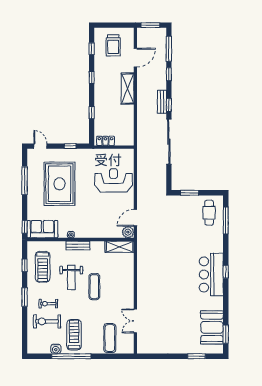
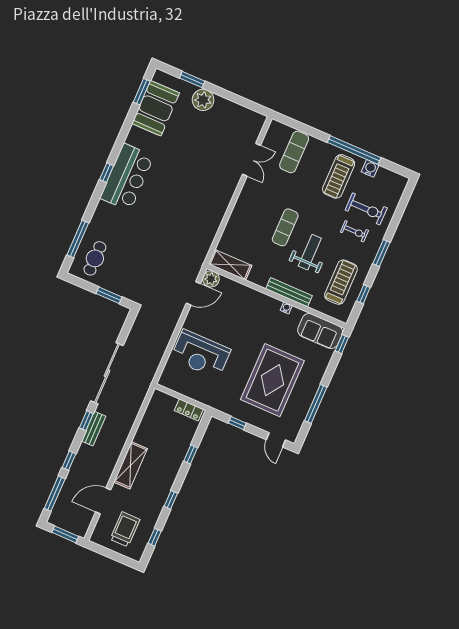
bench: (78, 246) -> (289, 292), width x1.36
plant: (184, 346) -> (203, 100), added

